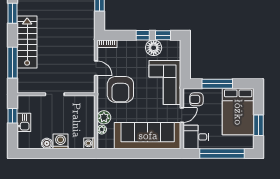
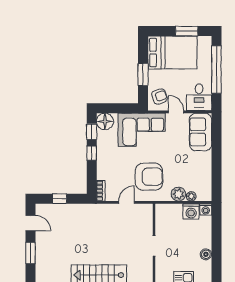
floor lamp: (154, 48) -> (105, 121), moved
window: (217, 84) -> (143, 74), width x0.69
armchair: (196, 99) -> (159, 96), turned -109
sofa: (148, 136) -> (201, 132), width x0.54, depth x0.79
washing machine: (60, 141) -> (191, 211), moved, turned -90

